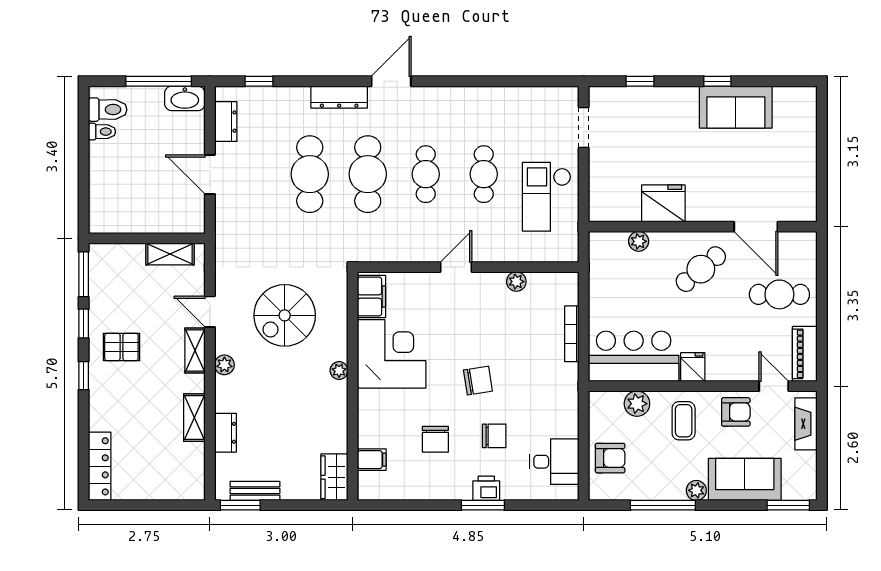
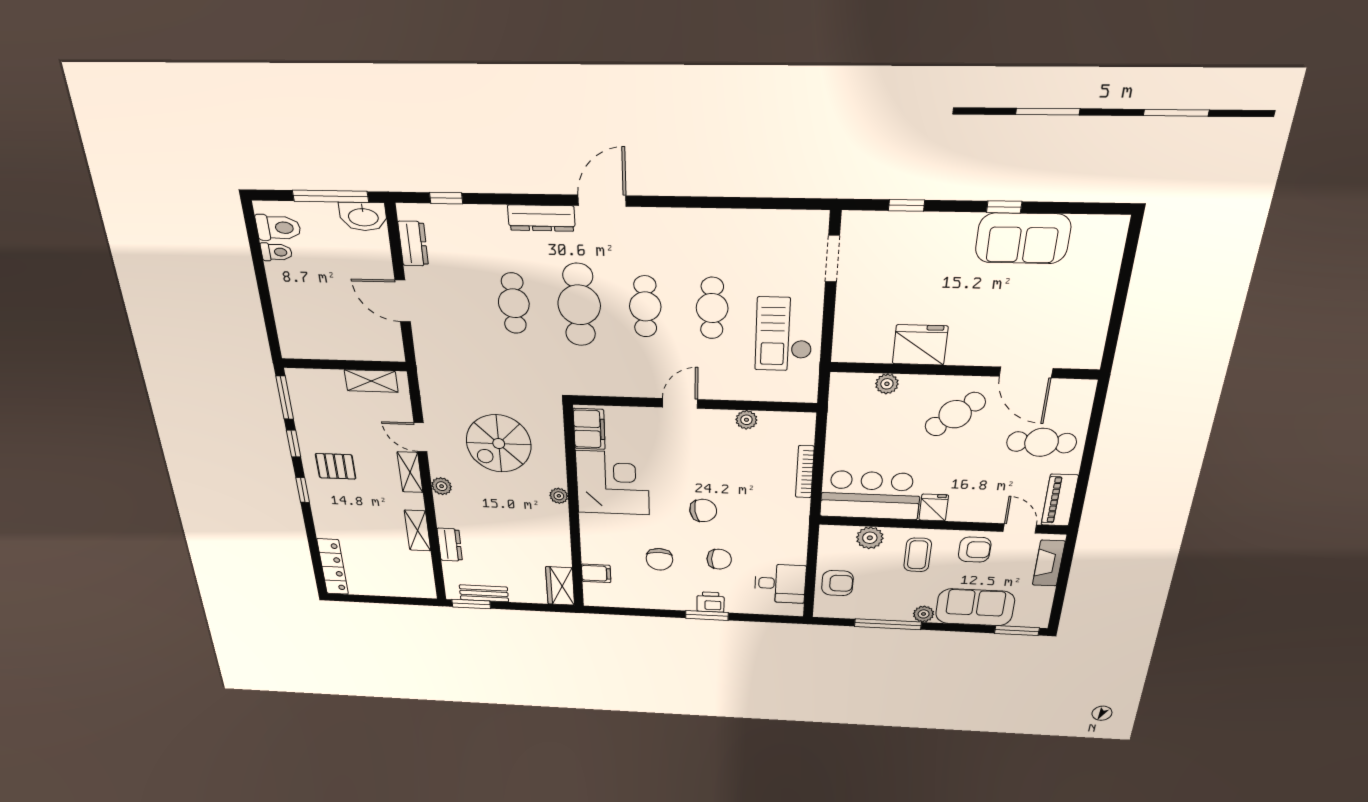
cafe table: (310, 174) -> (514, 303), width x0.73, depth x0.74

